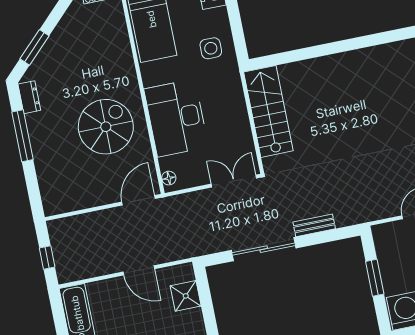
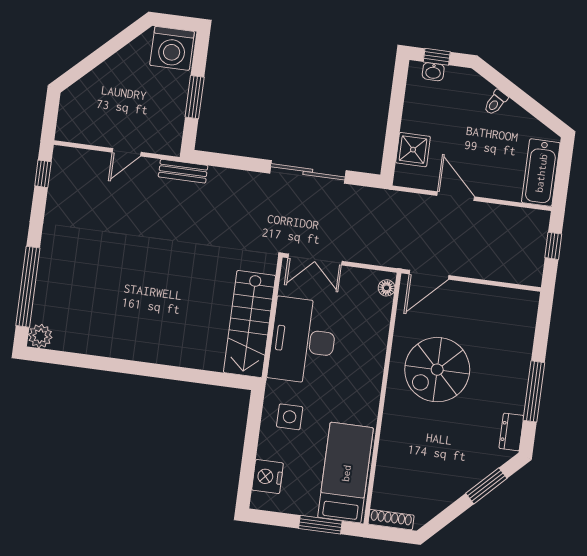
desk: (176, 118) -> (303, 341), moved, turned 180
bench: (314, 225) -> (183, 171), moved

